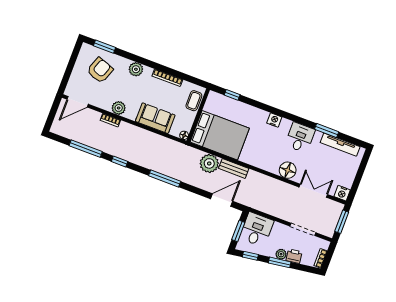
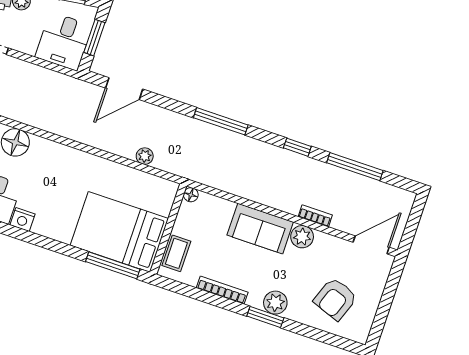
window: (105, 47) -> (265, 317), moved
window: (232, 95) -> (113, 265), width x2.17
sofa: (155, 118) -> (260, 229), moved
nightstand: (274, 120) -> (23, 220), moved
bed: (220, 135) -> (119, 232), moved
plant: (209, 163) -> (145, 156), width x0.53, depth x0.53
bench: (234, 168) -> (106, 142), removed

